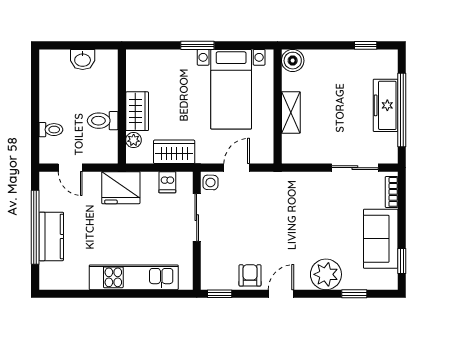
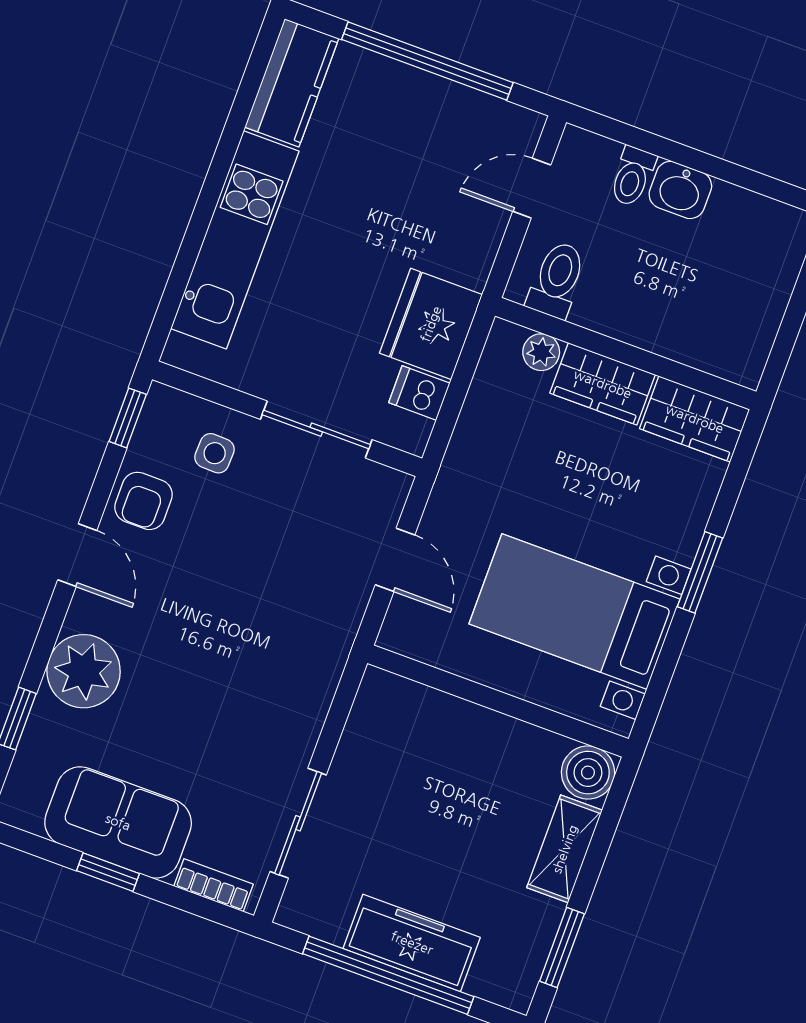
window: (366, 45) -> (562, 948), width x1.50
washbasin: (83, 60) -> (680, 190), moved, turned -90
shelving: (291, 112) -> (565, 849), moved, turned 90
toilet: (103, 121) -> (557, 280), moved
wardrobe: (174, 152) -> (695, 419), moved, turned 90
side table: (211, 182) -> (215, 453), moved
fridge: (121, 188) -> (431, 324), moved
kitchen counter: (51, 236) -> (292, 83), moved, turned -90
window: (402, 261) -> (108, 872), moved
armchair: (250, 275) -> (144, 501), turned 90

